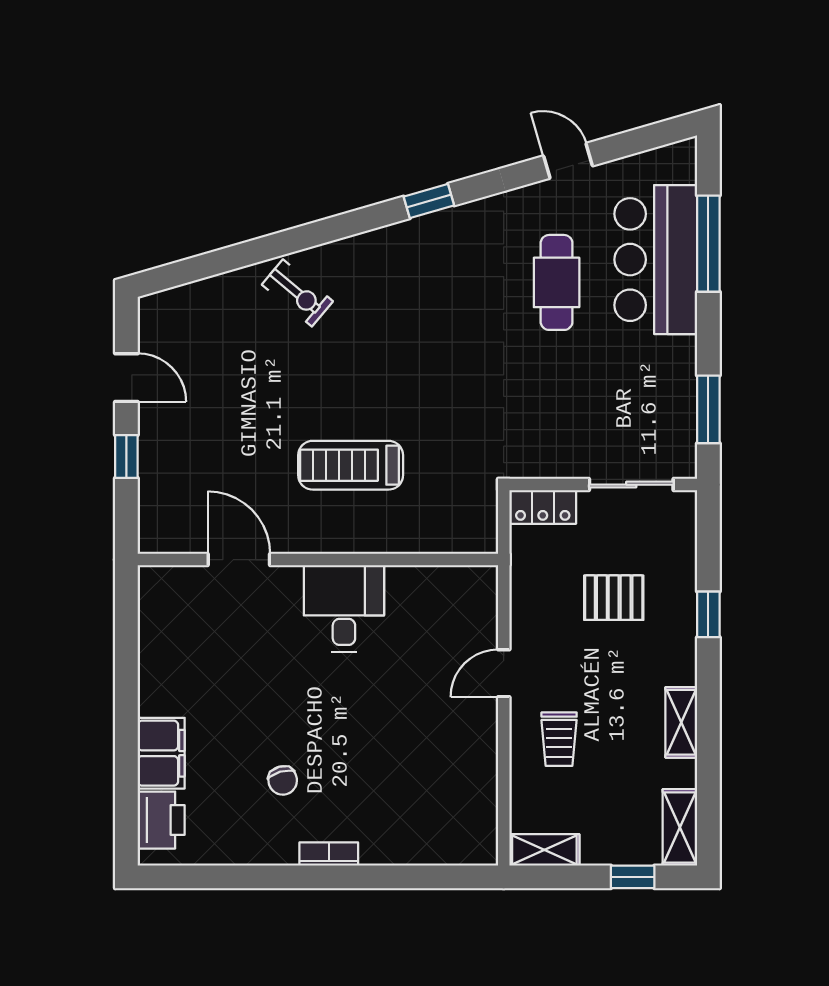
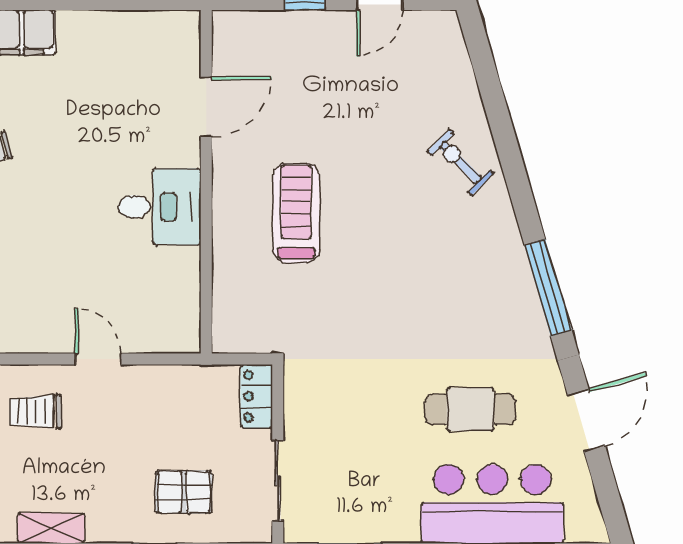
door: (568, 161) -> (586, 420), width x1.38
window: (429, 201) -> (548, 288), width x2.17
exercise bike: (297, 293) -> (460, 162), turned 95
pallet: (614, 598) -> (184, 492), moved, turned 90

